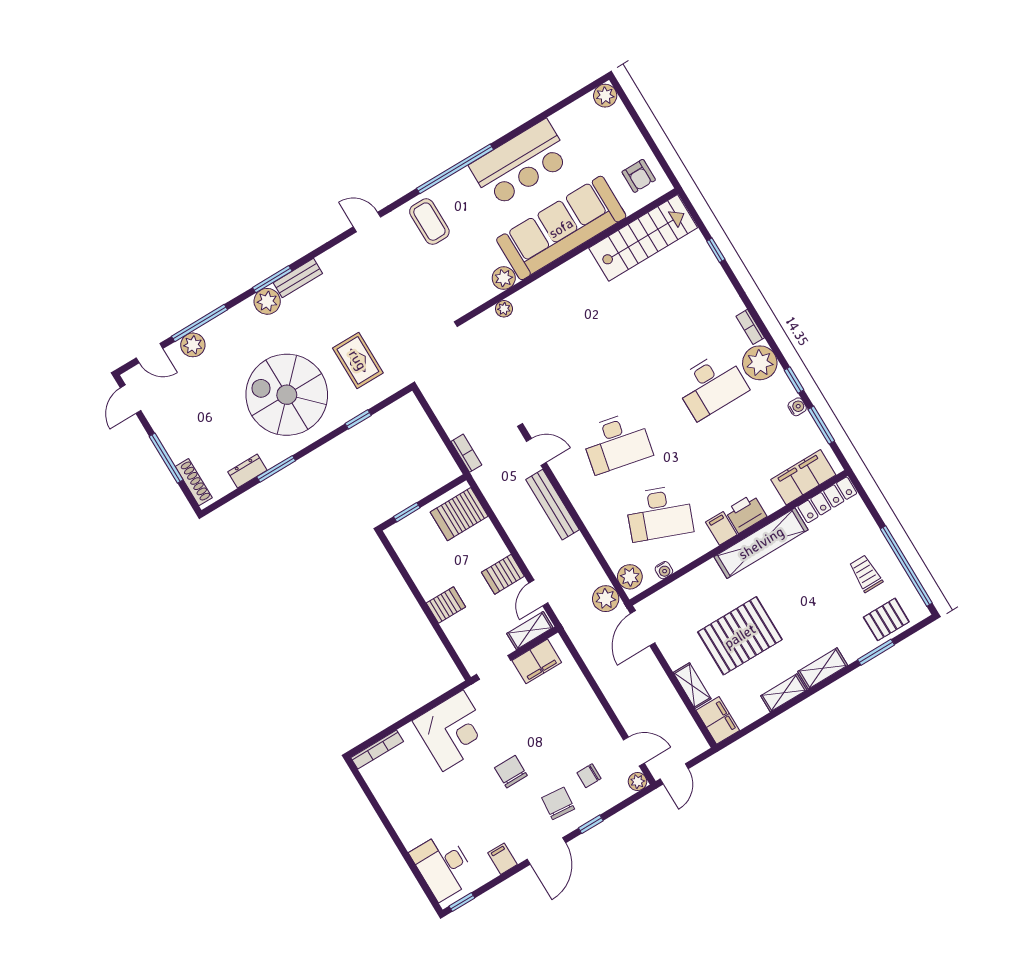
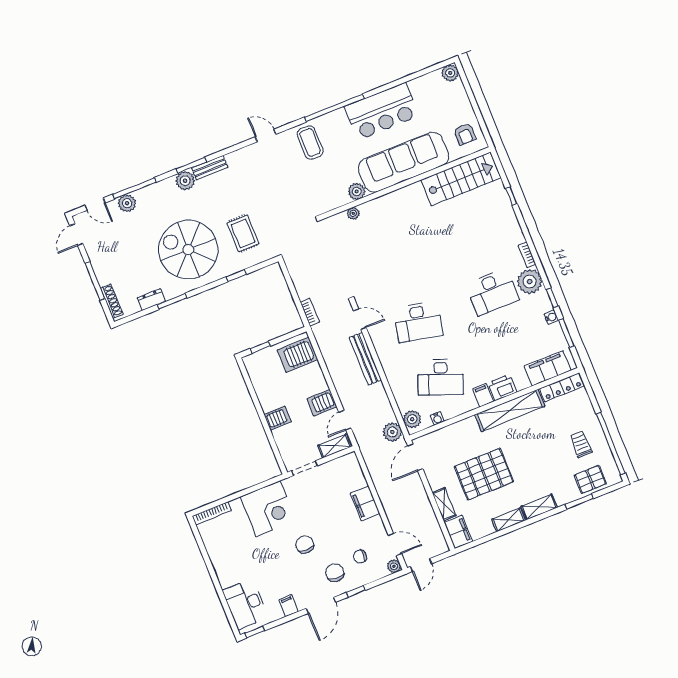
filing cabinet: (537, 661) -> (365, 503), moved, turned 90

